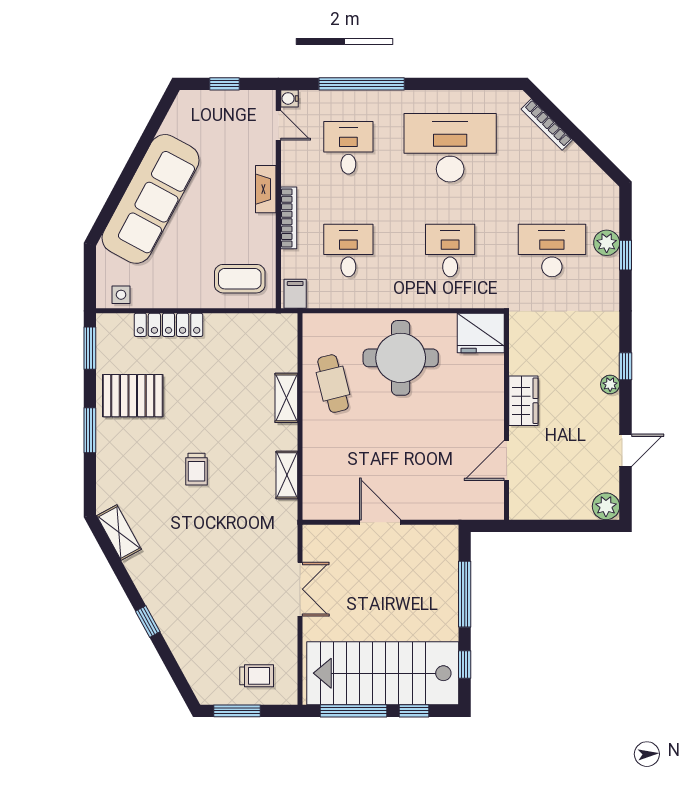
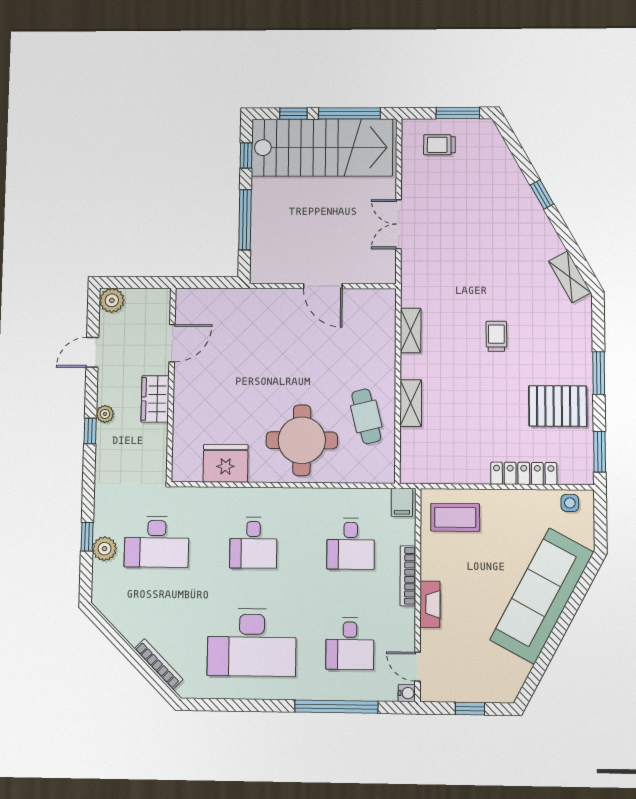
wardrobe: (523, 401) -> (155, 399), moved
wall: (507, 417) -> (171, 384), moved
door: (507, 460) -> (172, 343), moved

